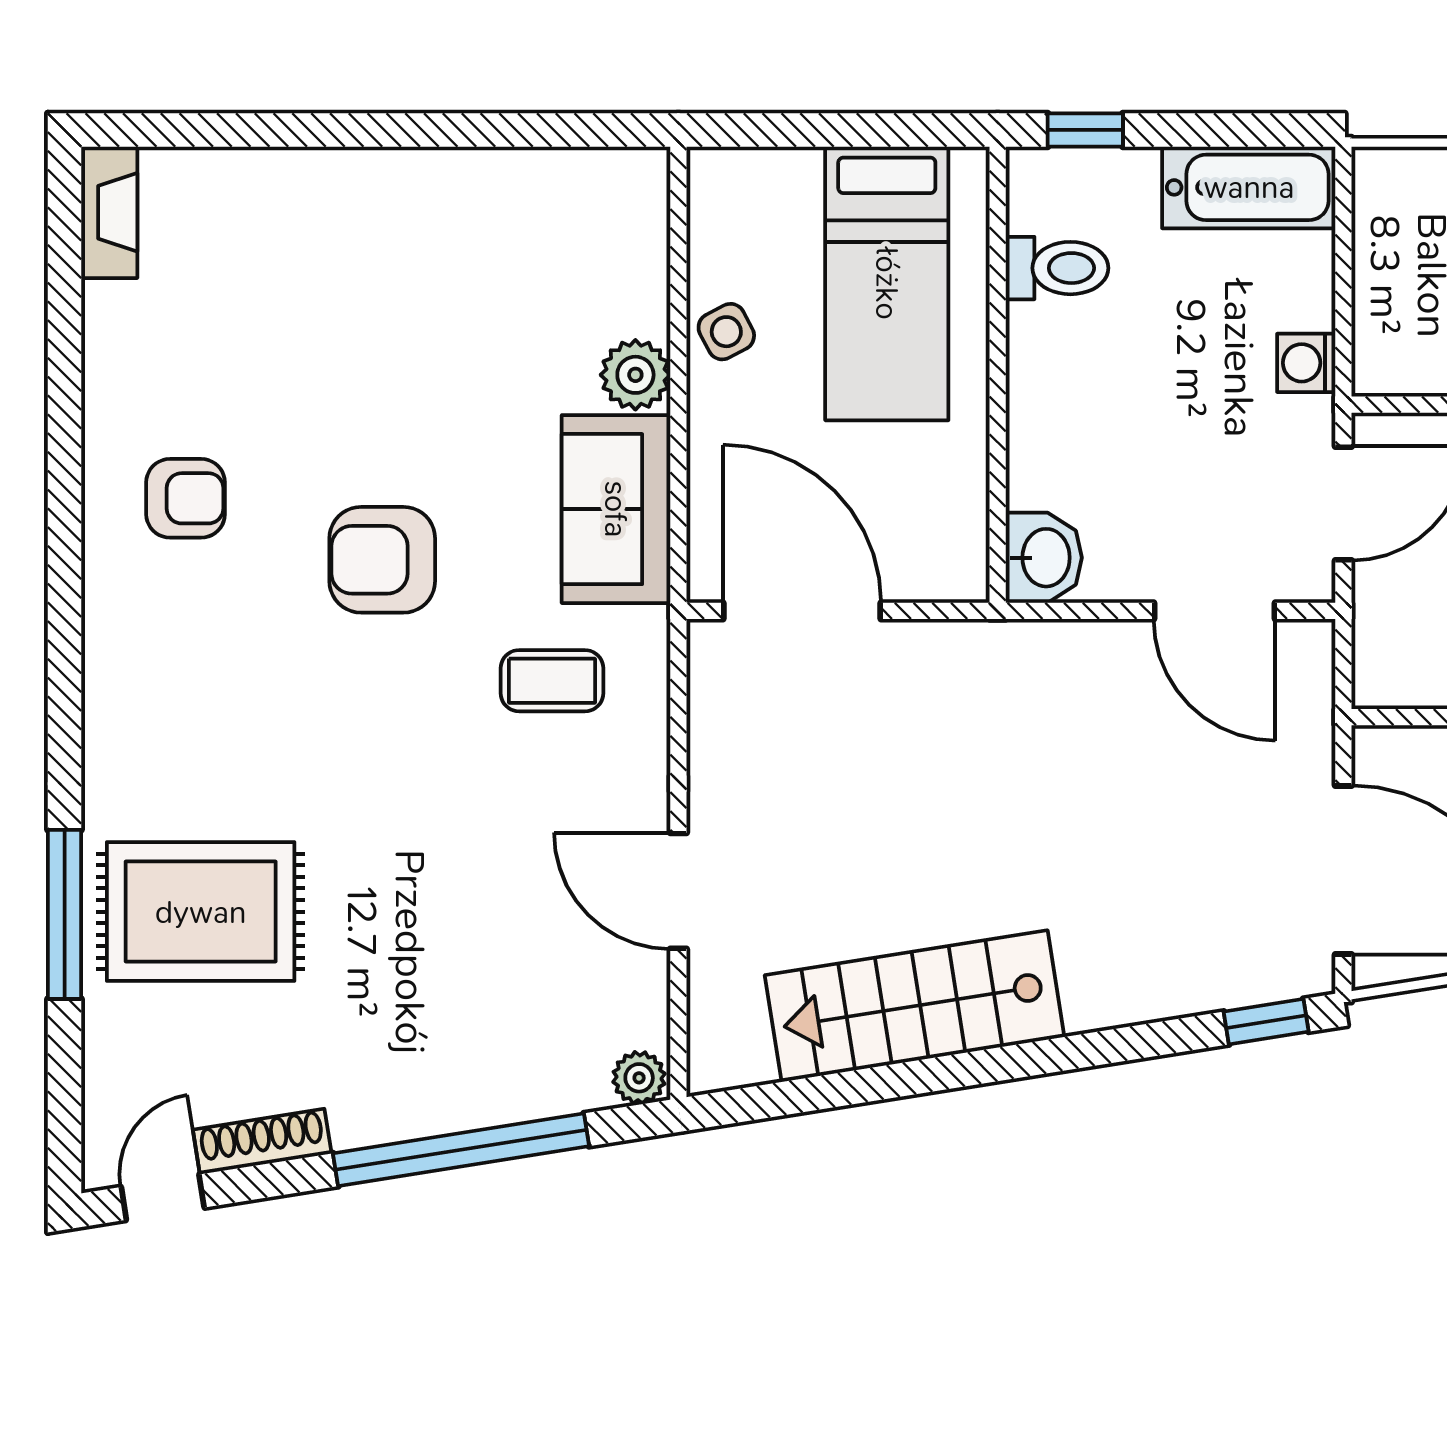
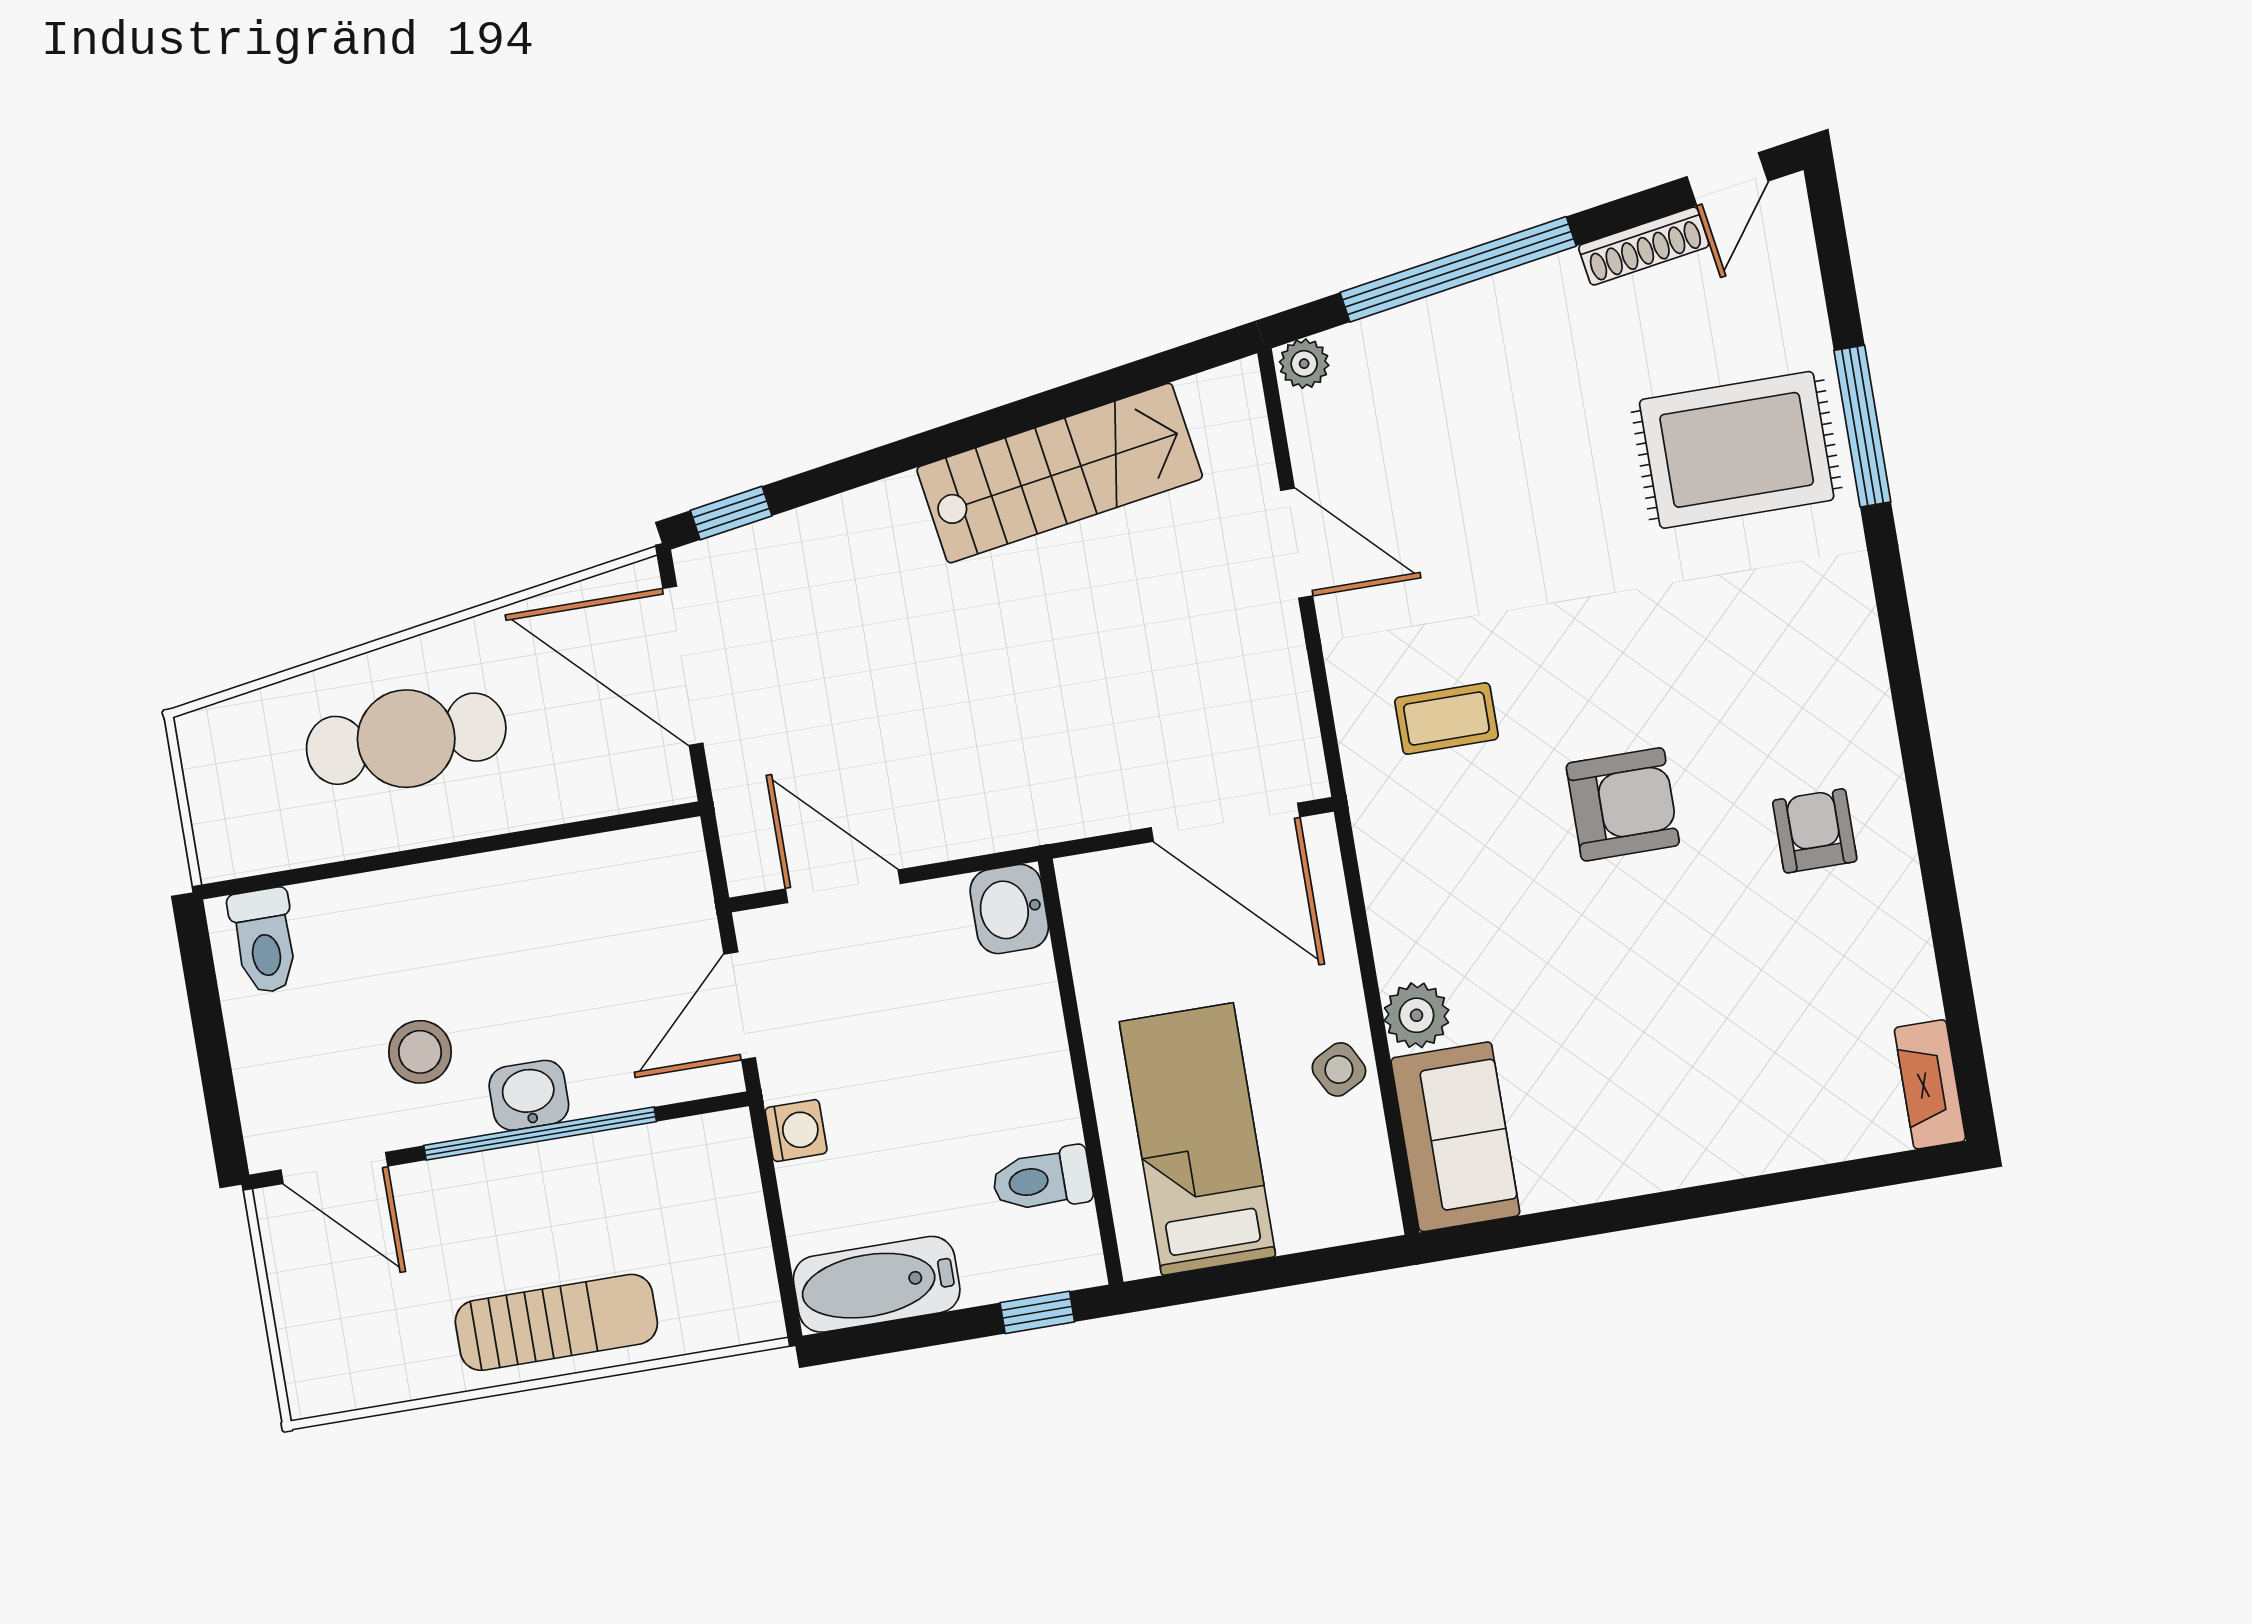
armchair: (186, 498) -> (1815, 831), turned 90
sofa: (616, 509) -> (1455, 1137), moved

